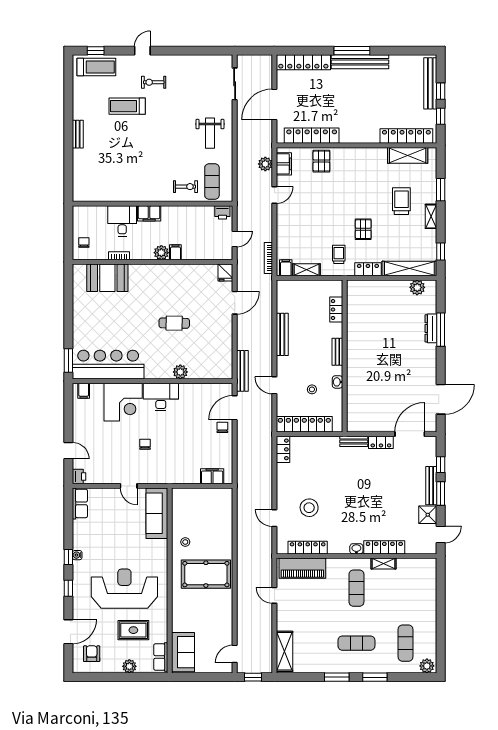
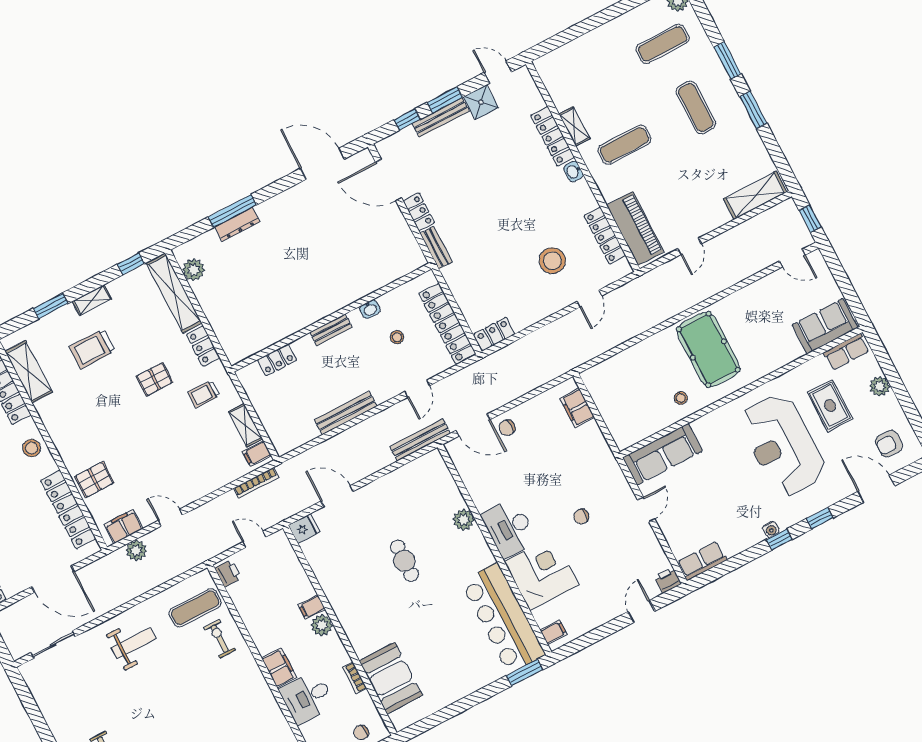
stool: (360, 133) -> (32, 448), added

